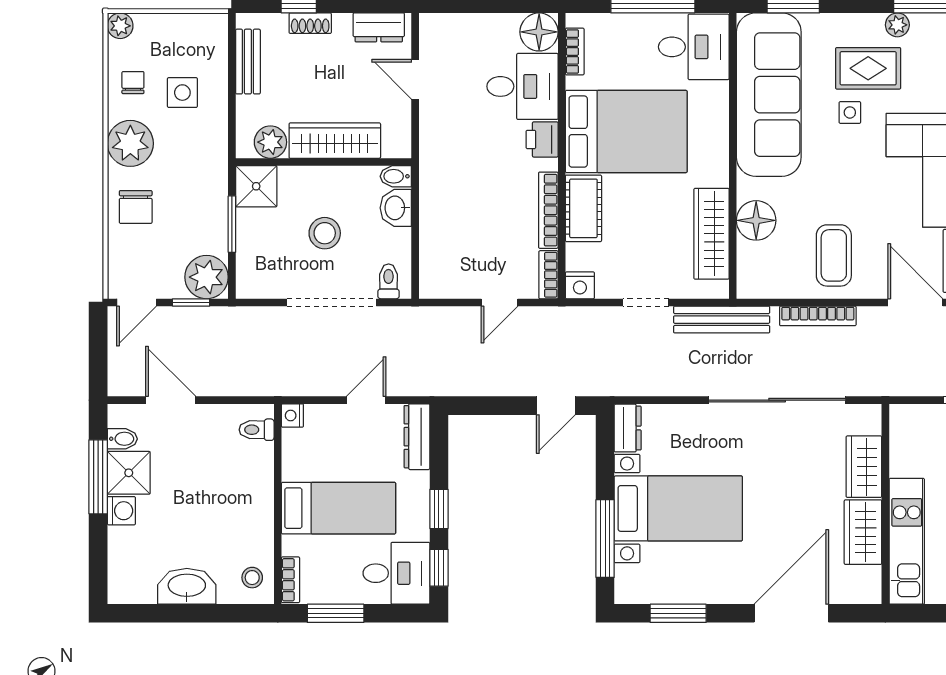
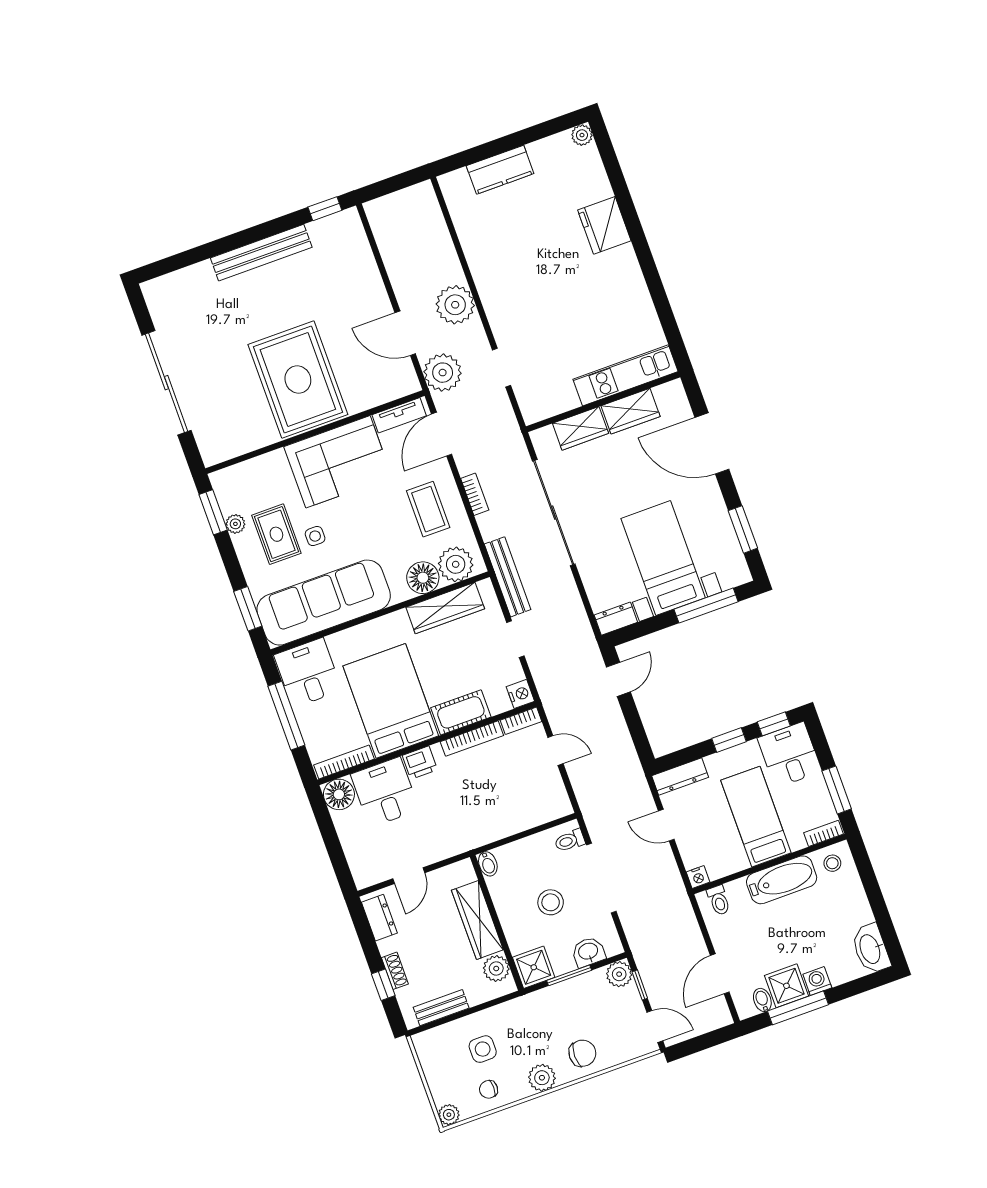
bookcase: (575, 51) -> (344, 762), width x1.56
plant: (130, 143) -> (542, 1078), width x0.73, depth x0.73
washbasin: (396, 208) -> (588, 952), moved, turned 180
coffee table: (834, 255) -> (428, 509), turned 90
plant: (758, 264) -> (456, 564), added
plant: (207, 277) -> (619, 974), width x0.73, depth x0.73
bookcase: (818, 316) -> (475, 494), width x0.64
door: (556, 406) -> (618, 679), hinge flipped
bathtub: (254, 512) -> (782, 880), added
washbasin: (187, 586) -> (871, 949), moved

